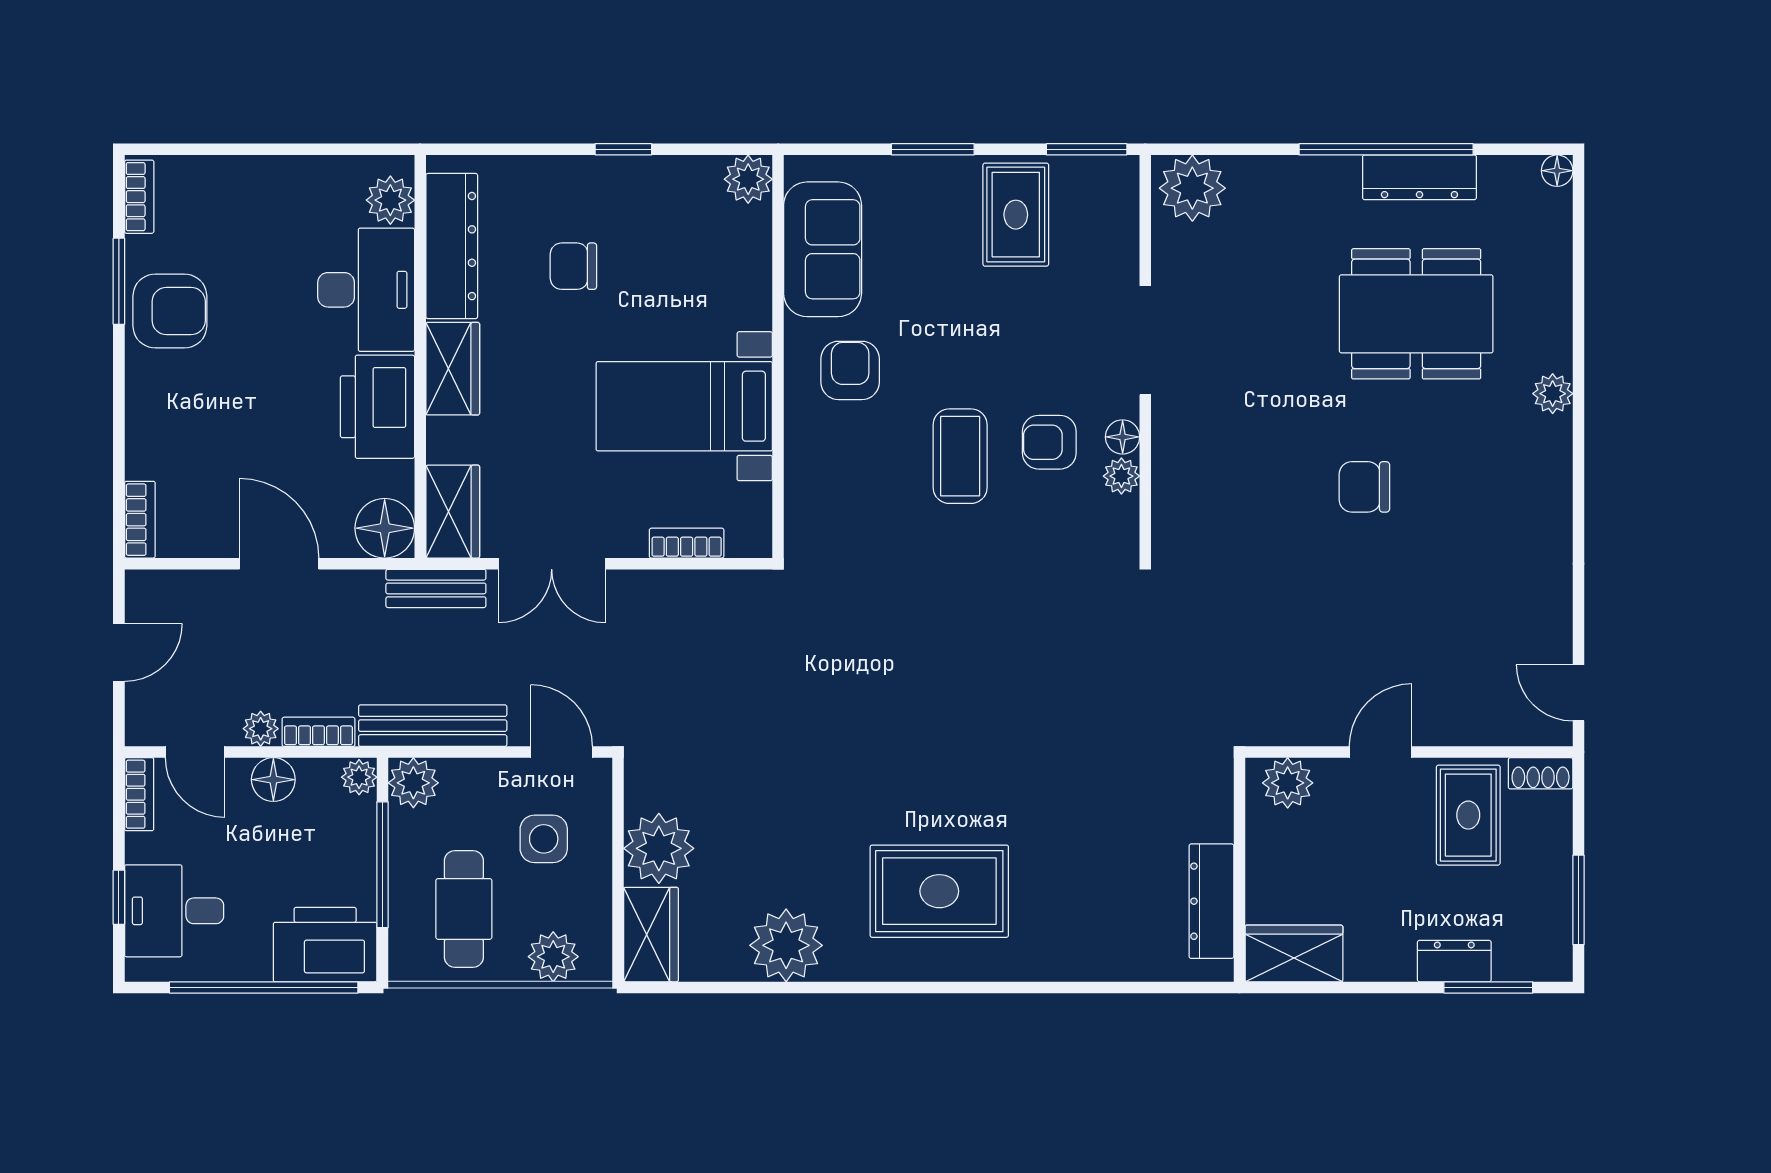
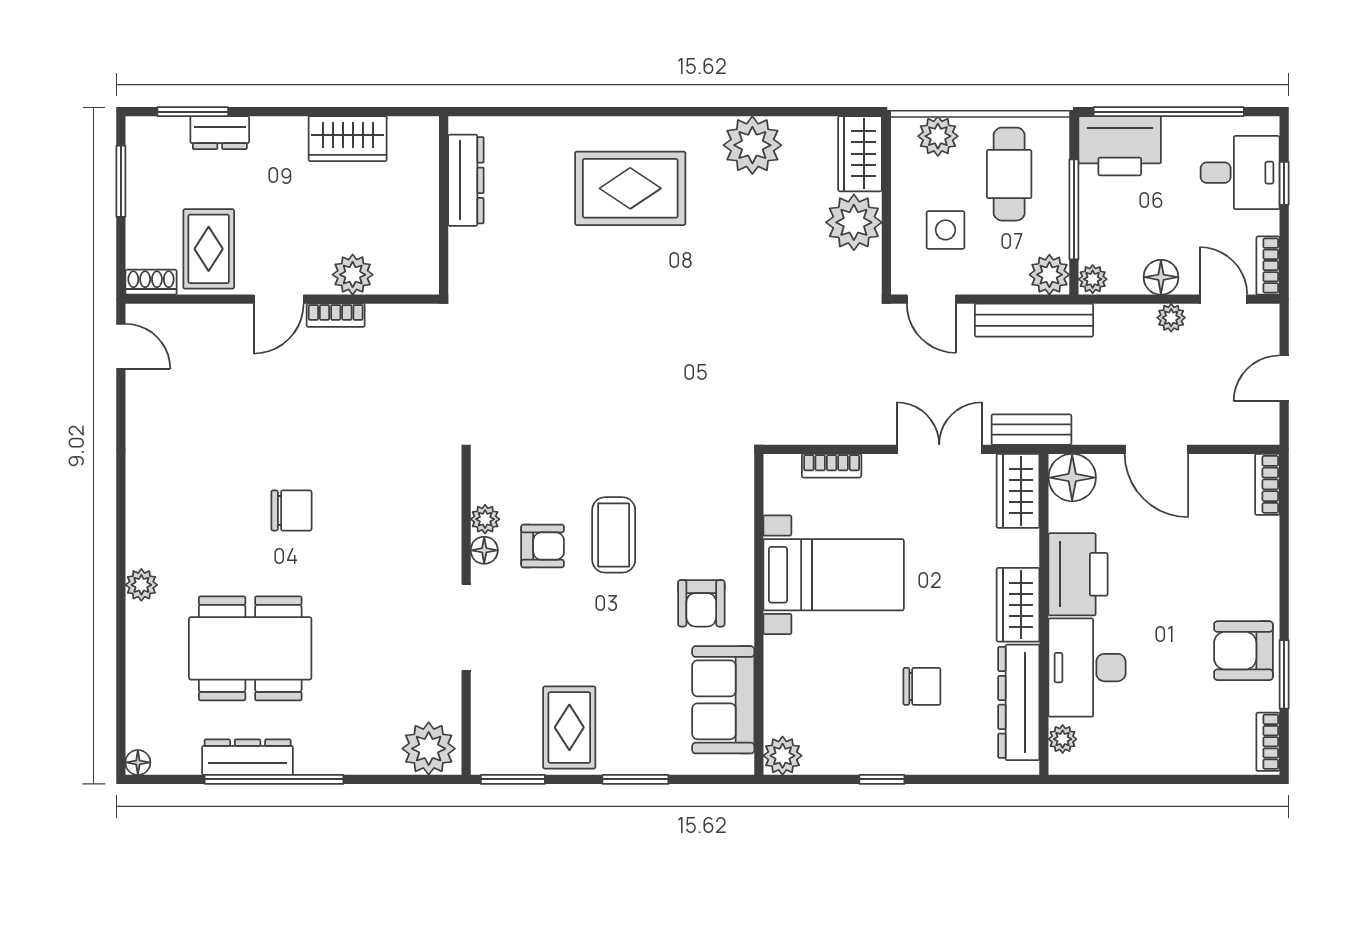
plant: (390, 200) -> (1063, 739), width x0.73, depth x0.73
bookcase: (318, 732) -> (336, 315), moved
wall: (1239, 870) -> (444, 205), moved
dresser: (1211, 901) -> (466, 180), moved

